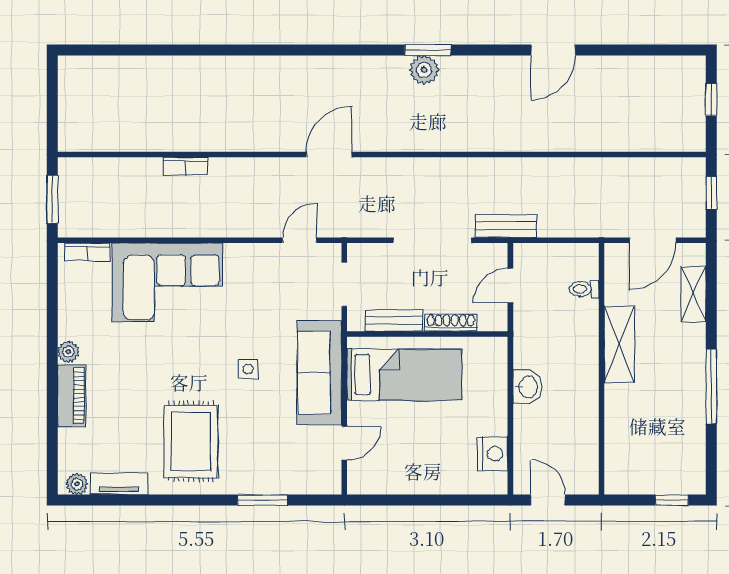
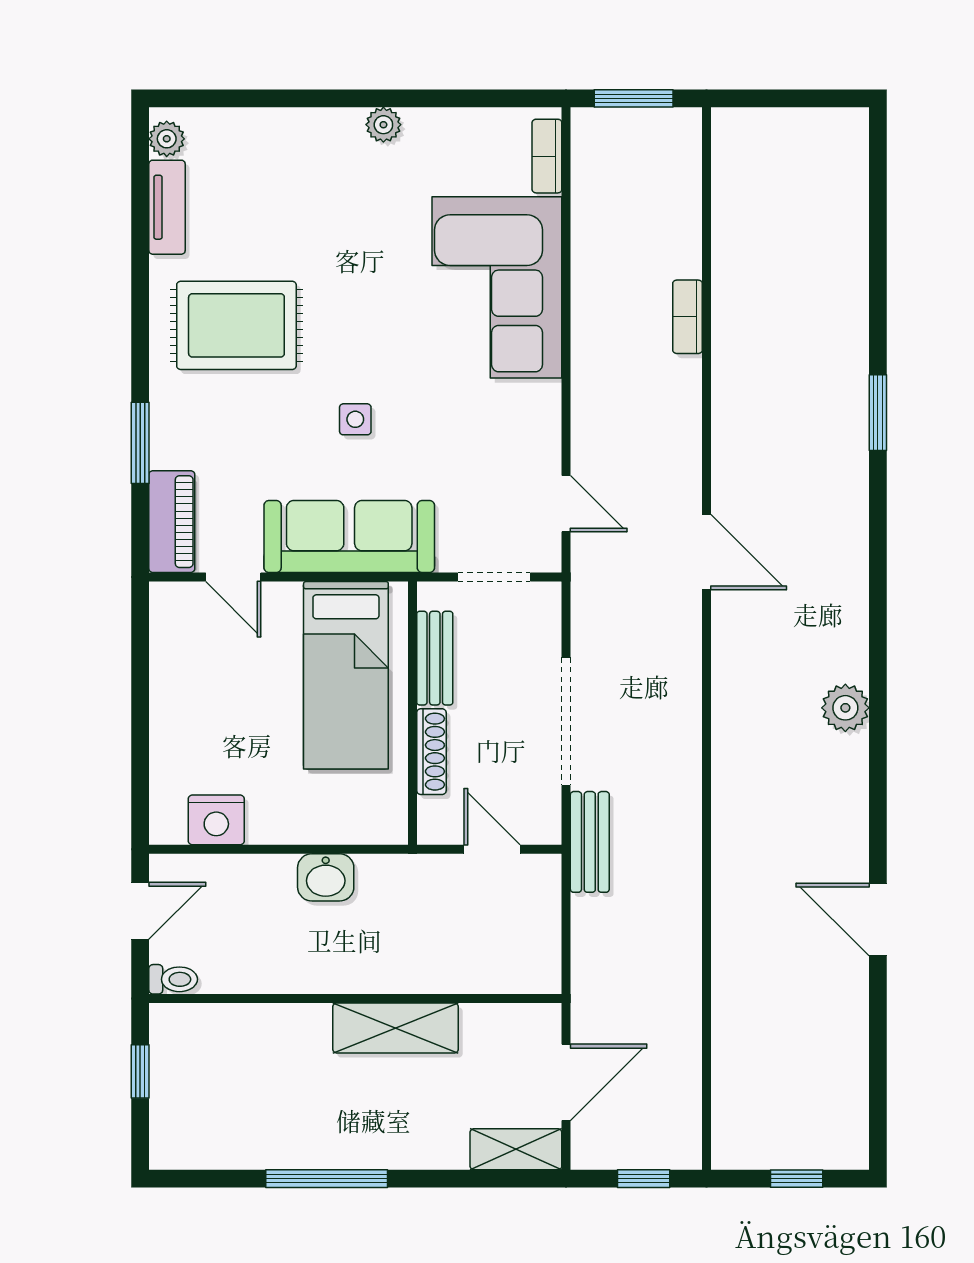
window: (428, 50) -> (878, 413), moved
door: (653, 240) -> (566, 1082), swing flipped
toilet: (584, 289) -> (173, 979), moved, turned 90
shelving: (693, 294) -> (516, 1149), moved
piano: (72, 396) -> (172, 522), moved, turned -90
window: (672, 500) -> (140, 1071), moved

